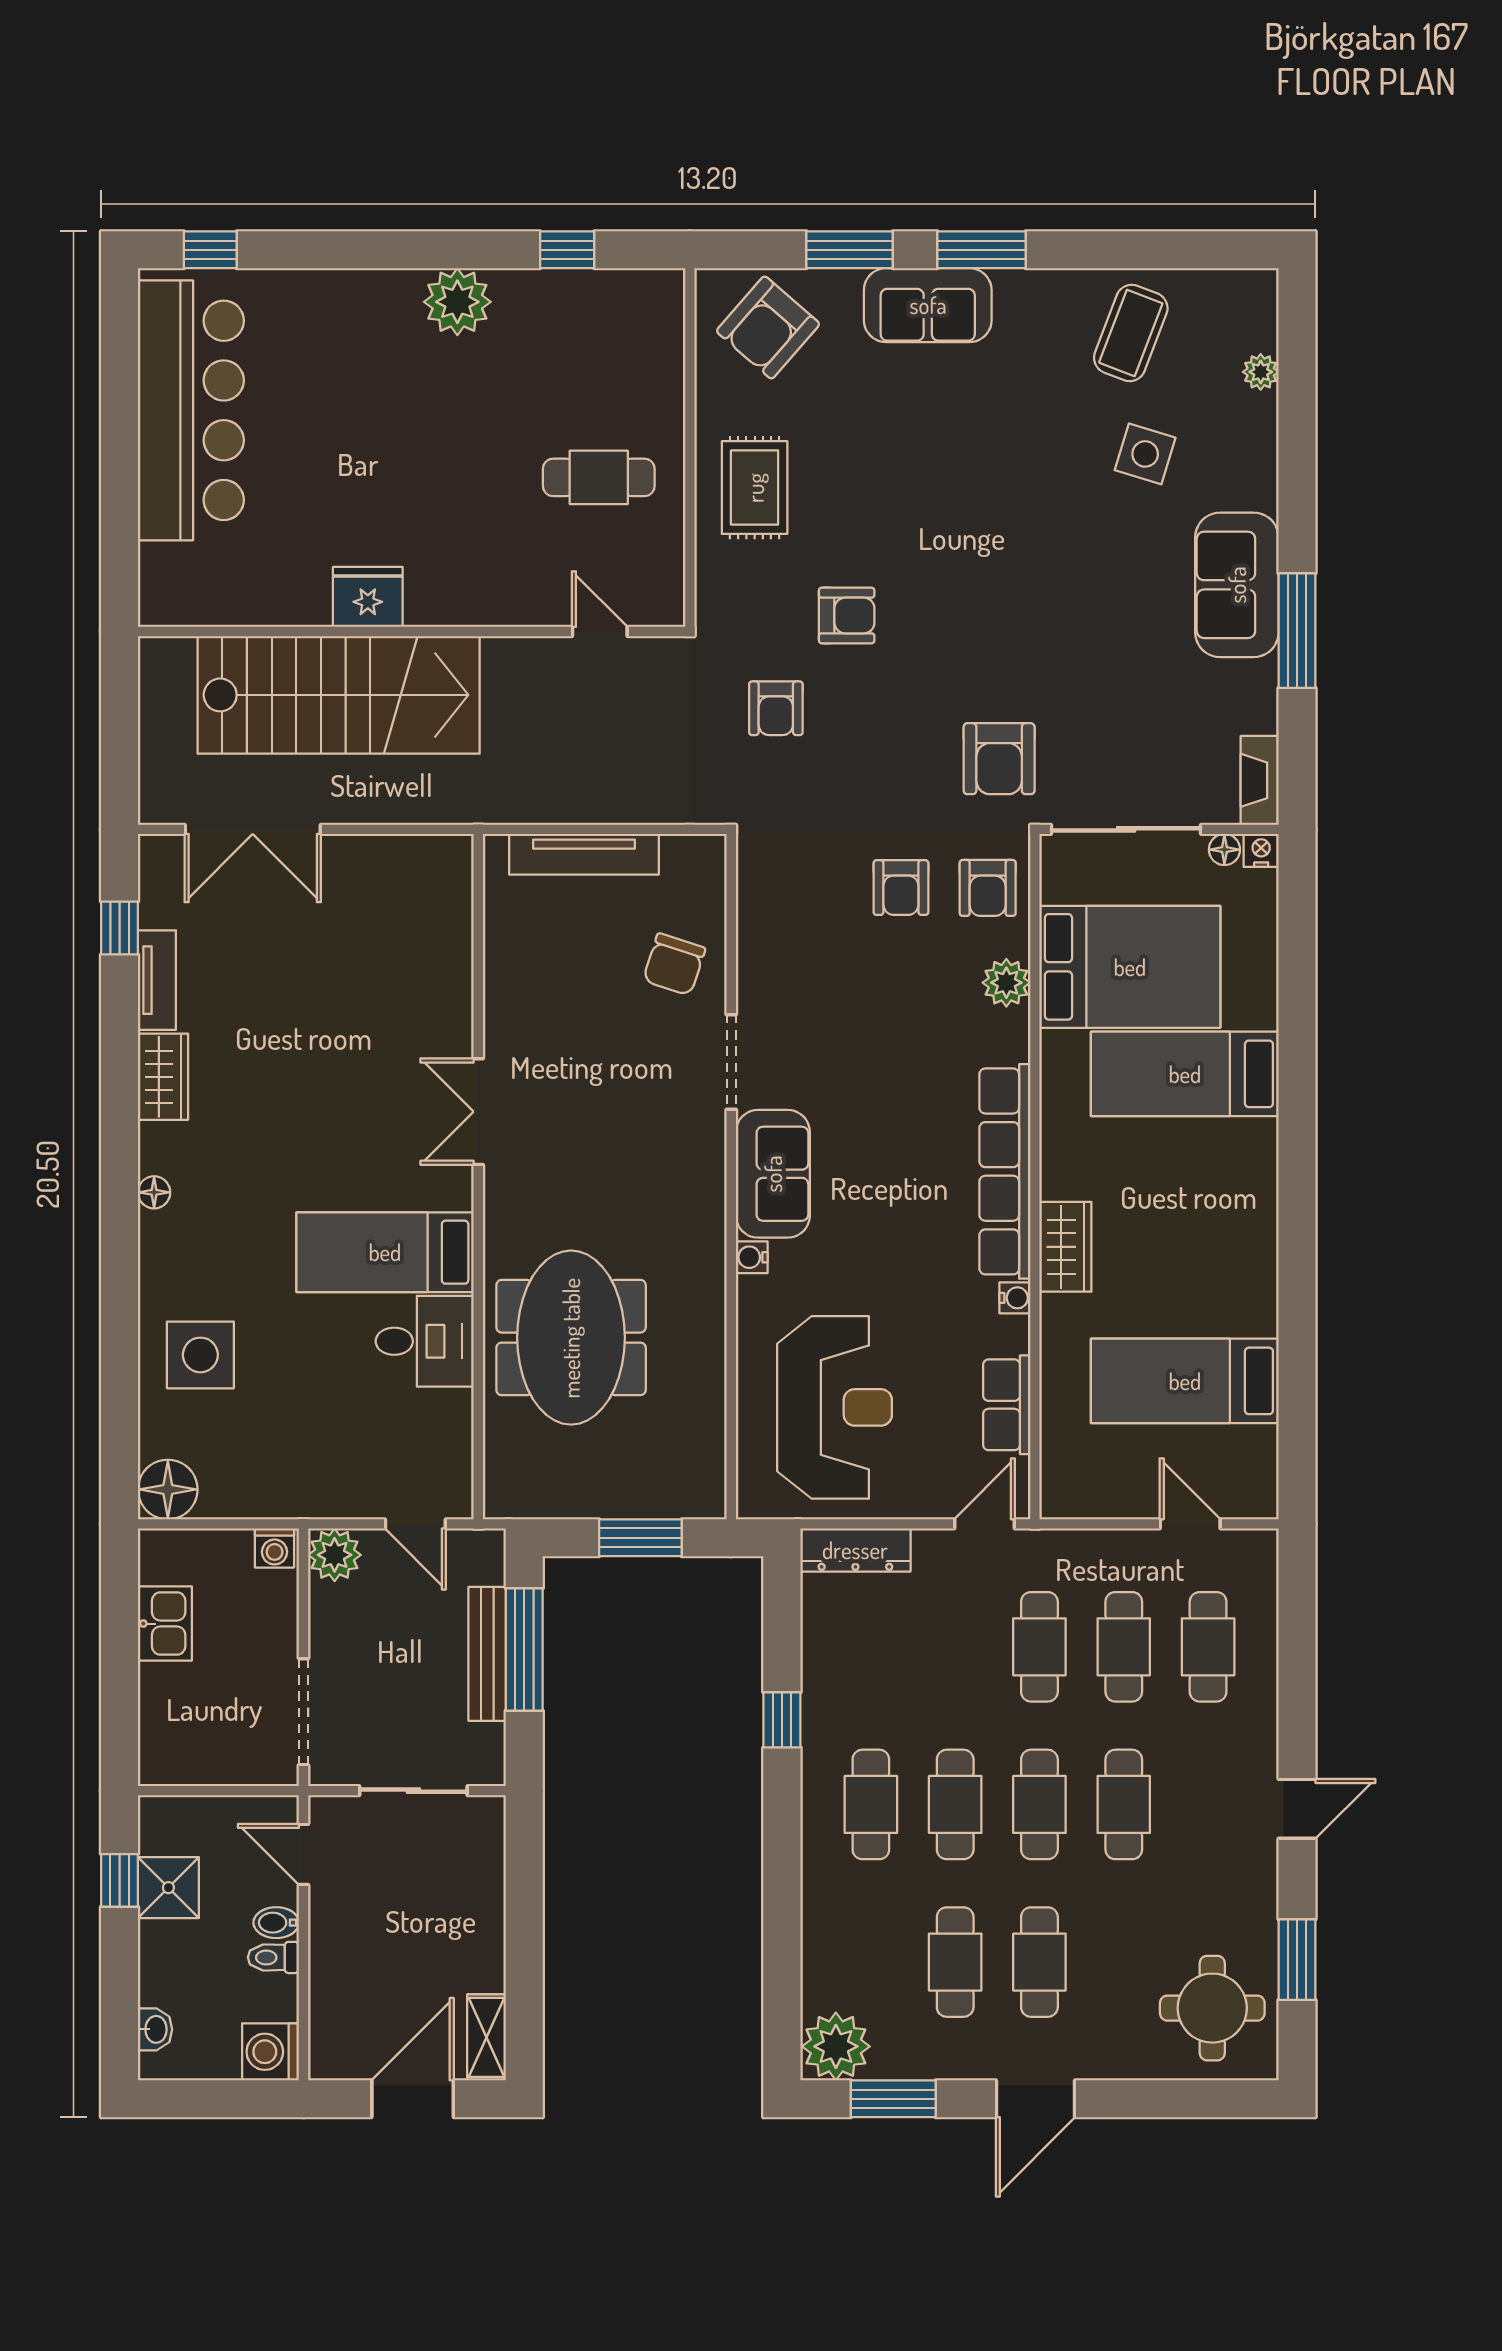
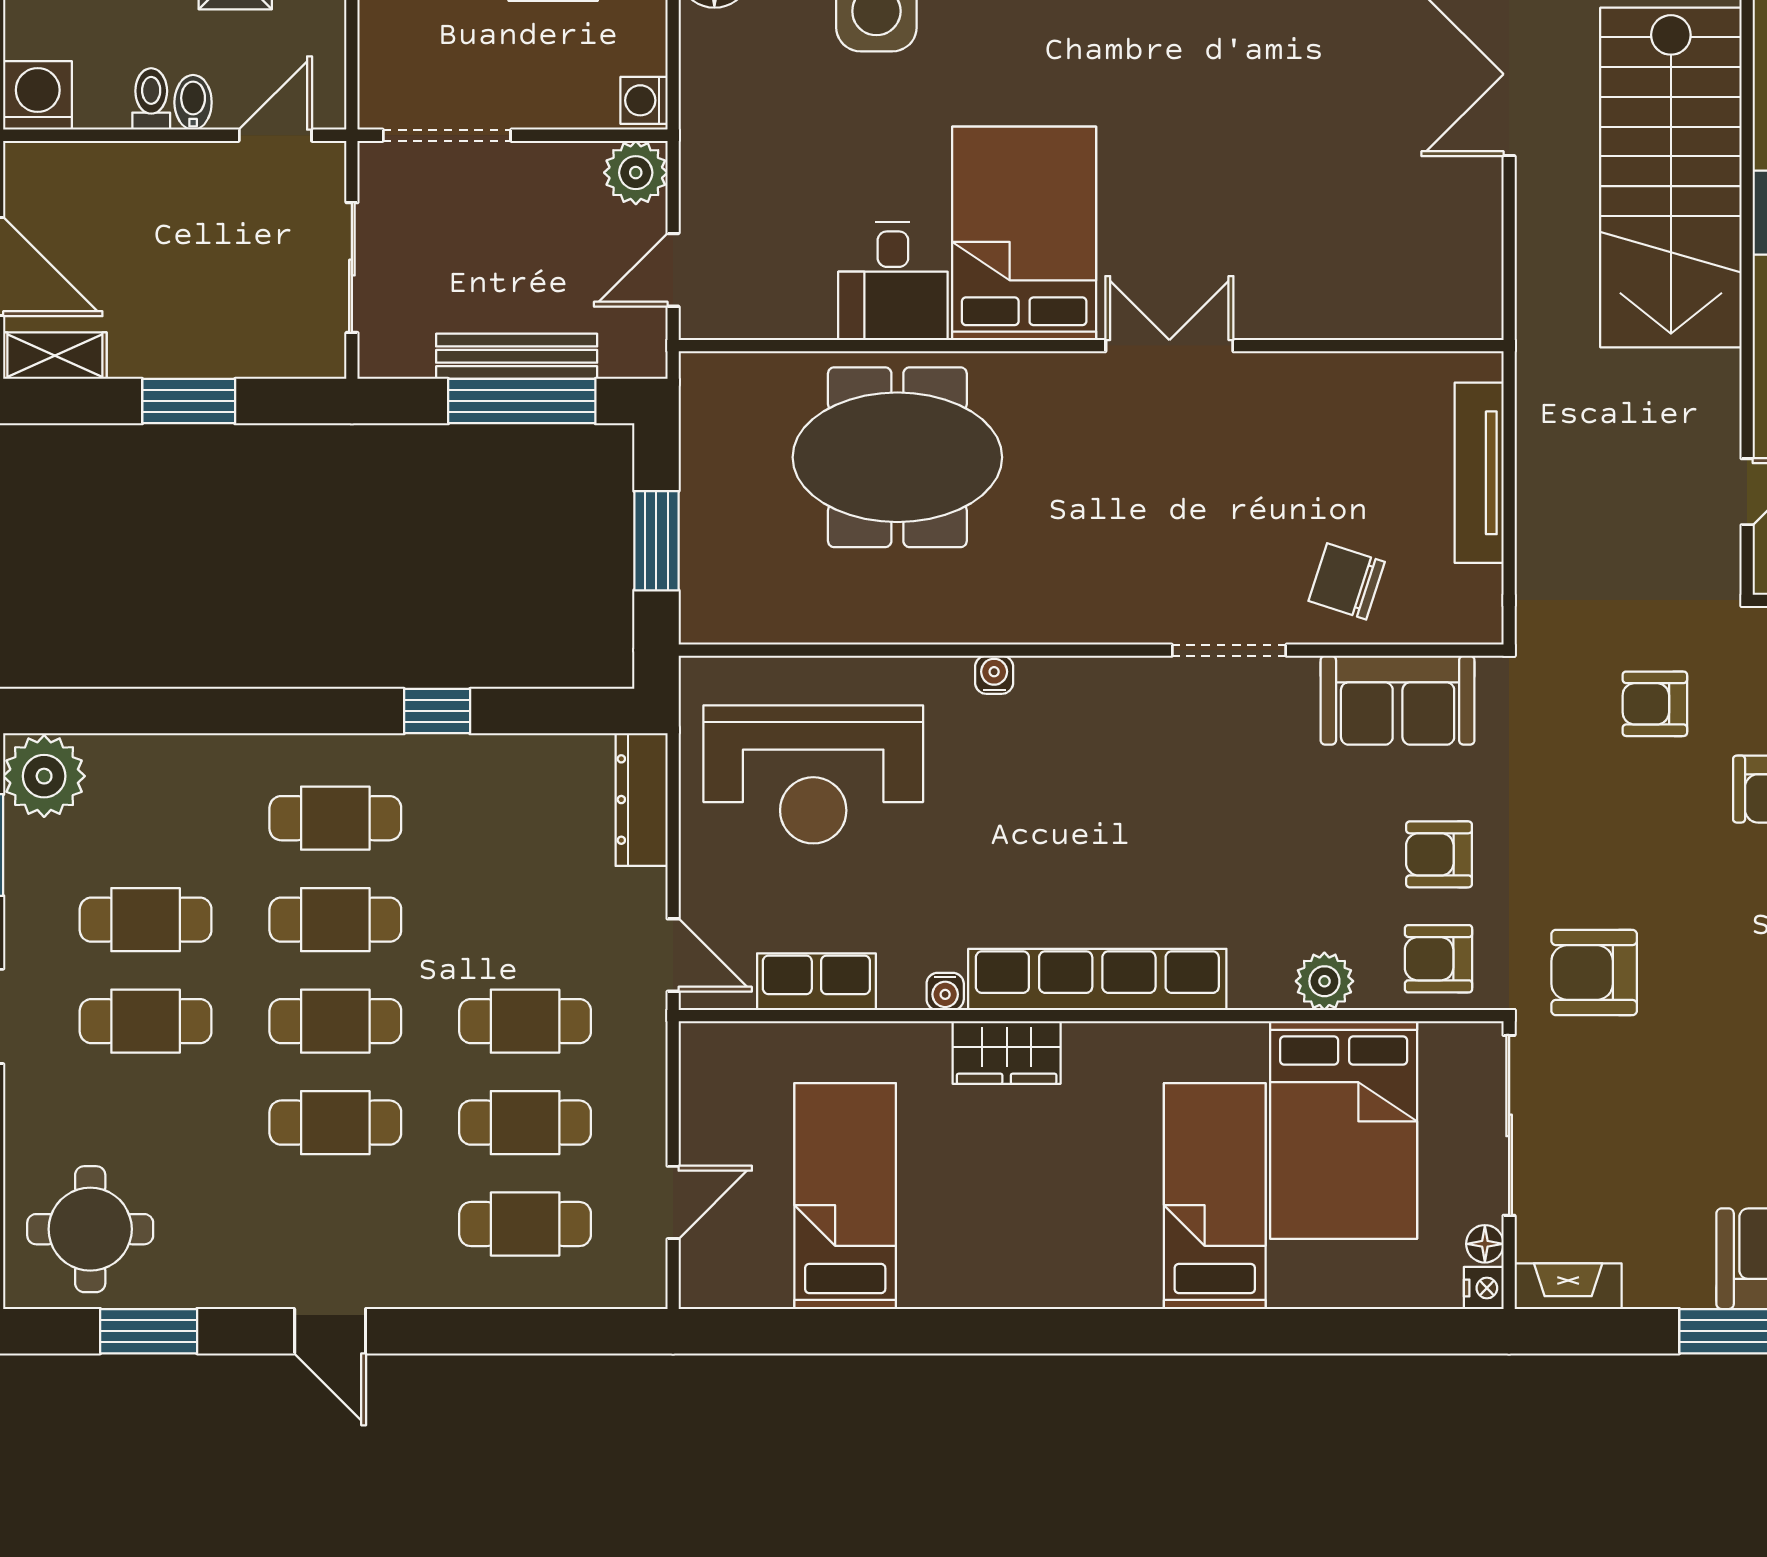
sofa: (773, 1174) -> (1398, 700), moved
bed: (385, 1252) -> (1024, 233), width x1.50
window: (524, 1926) -> (189, 401), added

